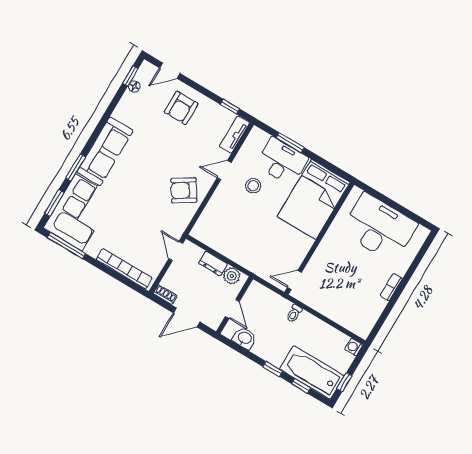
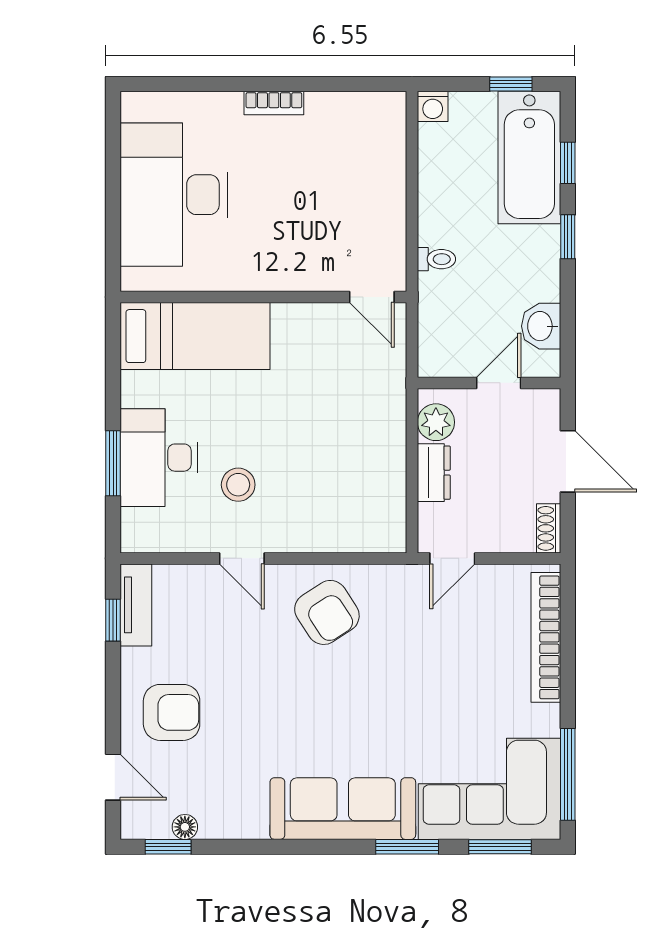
tv unit: (234, 134) -> (136, 605), moved, turned -90
bed: (314, 199) -> (195, 336), width x0.67

